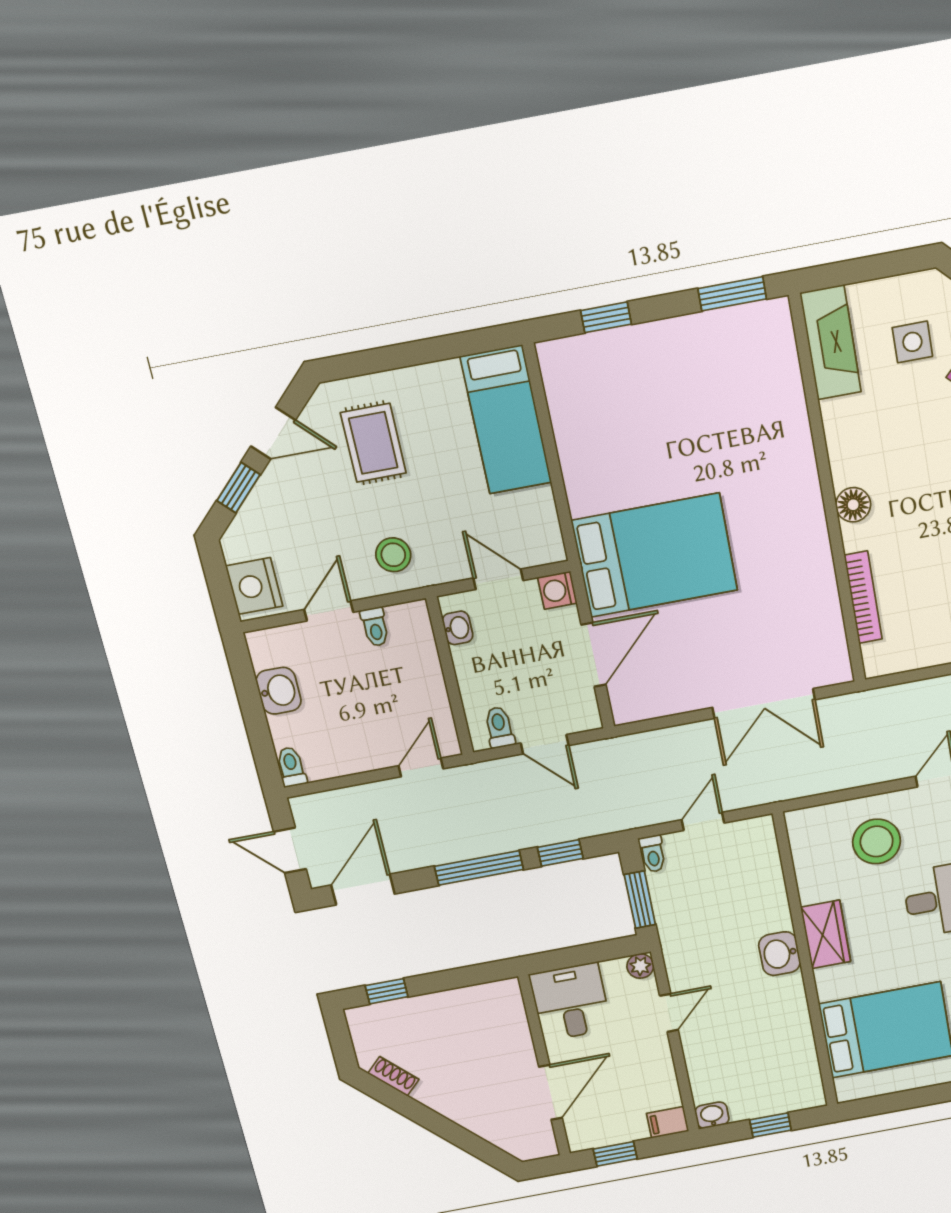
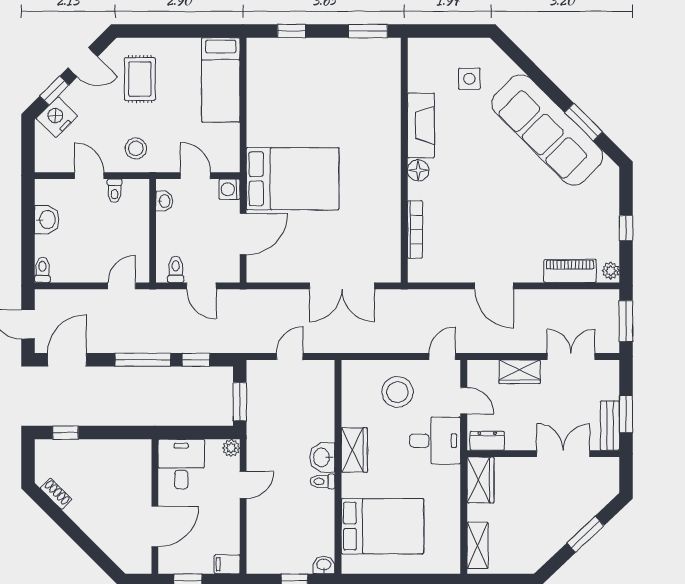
fireplace: (831, 343) -> (421, 125), moved
nightstand: (254, 586) -> (57, 117), moved, turned 45
door: (329, 611) -> (89, 176), hinge flipped
toilet: (653, 854) -> (322, 481), moved, turned 90
washbasin: (712, 1115) -> (324, 565), moved

